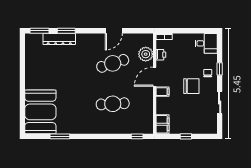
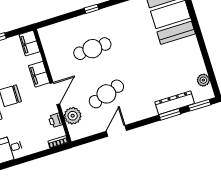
plant: (30, 50) -> (203, 80), added
filing cabinet: (163, 92) -> (39, 74), width x2.00
window: (137, 136) -> (92, 9), moved

